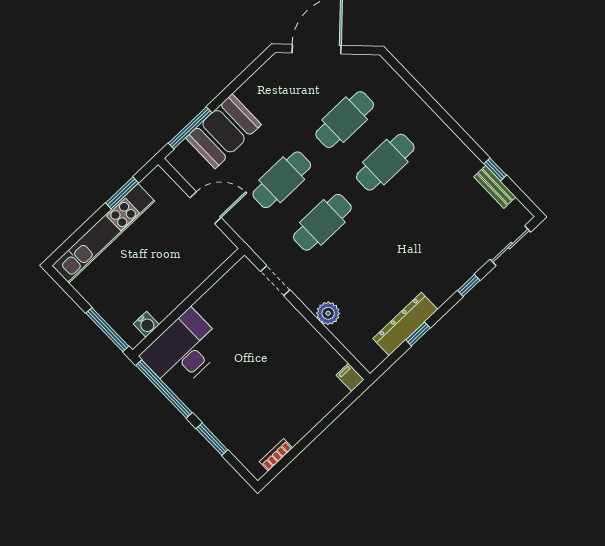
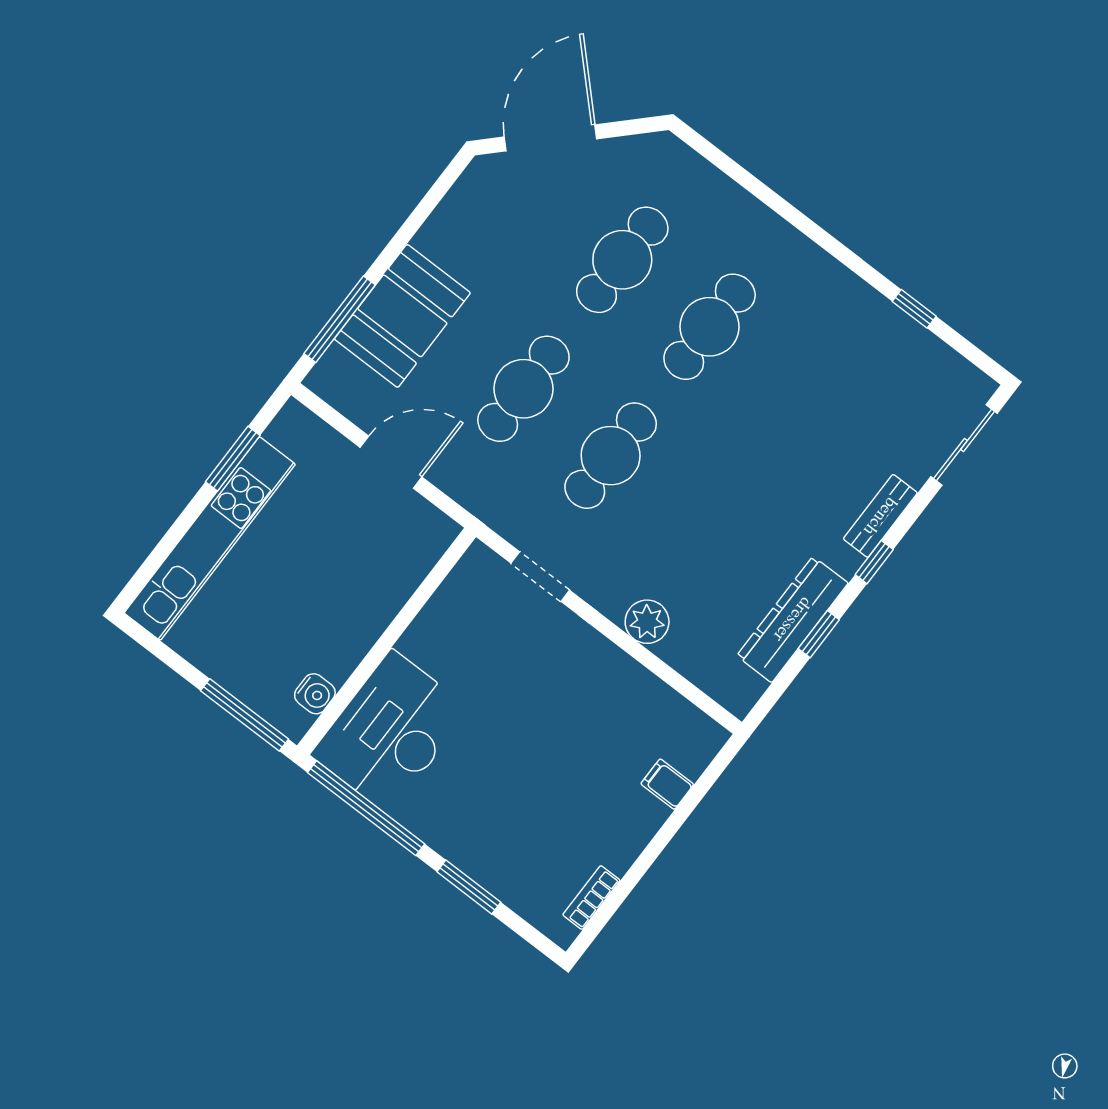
bench: (495, 187) -> (880, 516), moved, turned 90
window: (469, 285) -> (874, 562), moved
filing cabinet: (350, 377) -> (667, 784), moved

